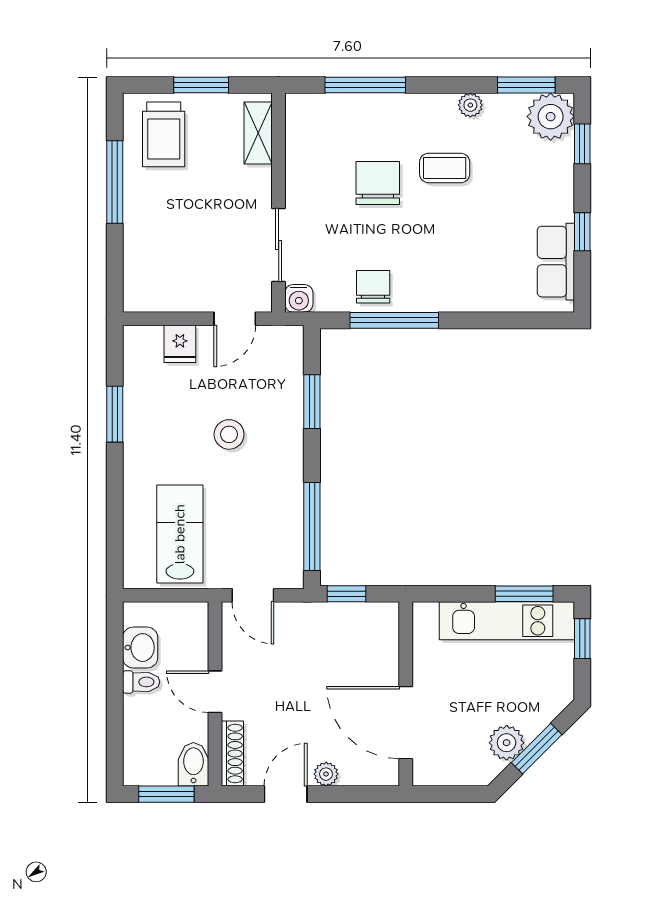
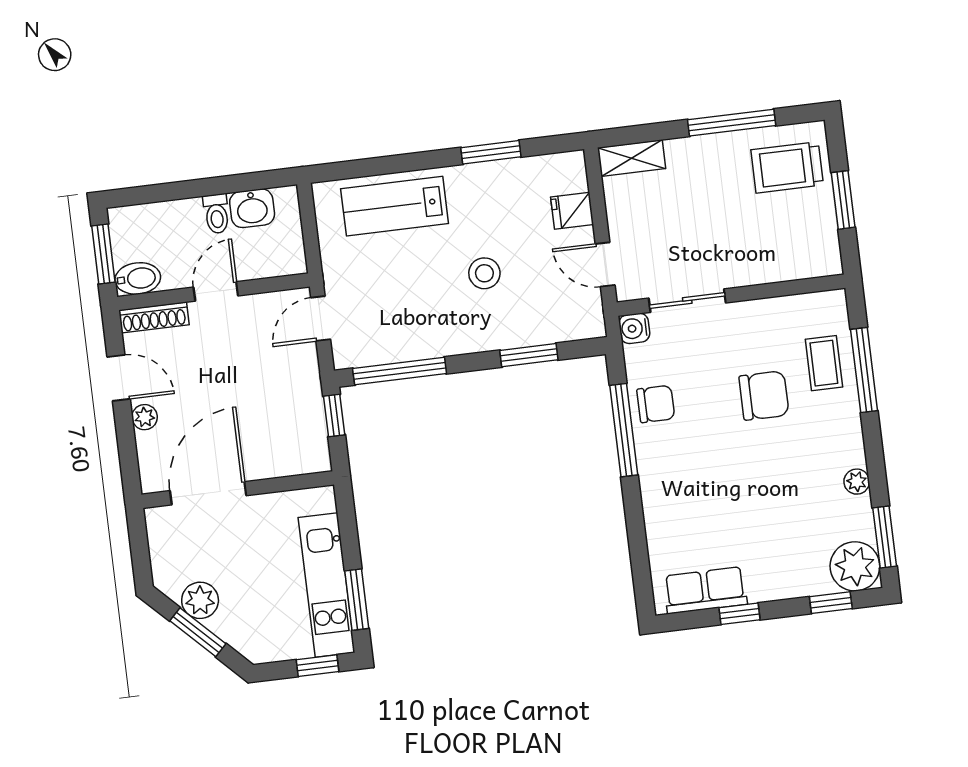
shelving: (258, 133) -> (632, 158), moved
coffee table: (445, 168) -> (824, 363), moved
lab bench: (180, 534) -> (395, 206), moved, turned 180

